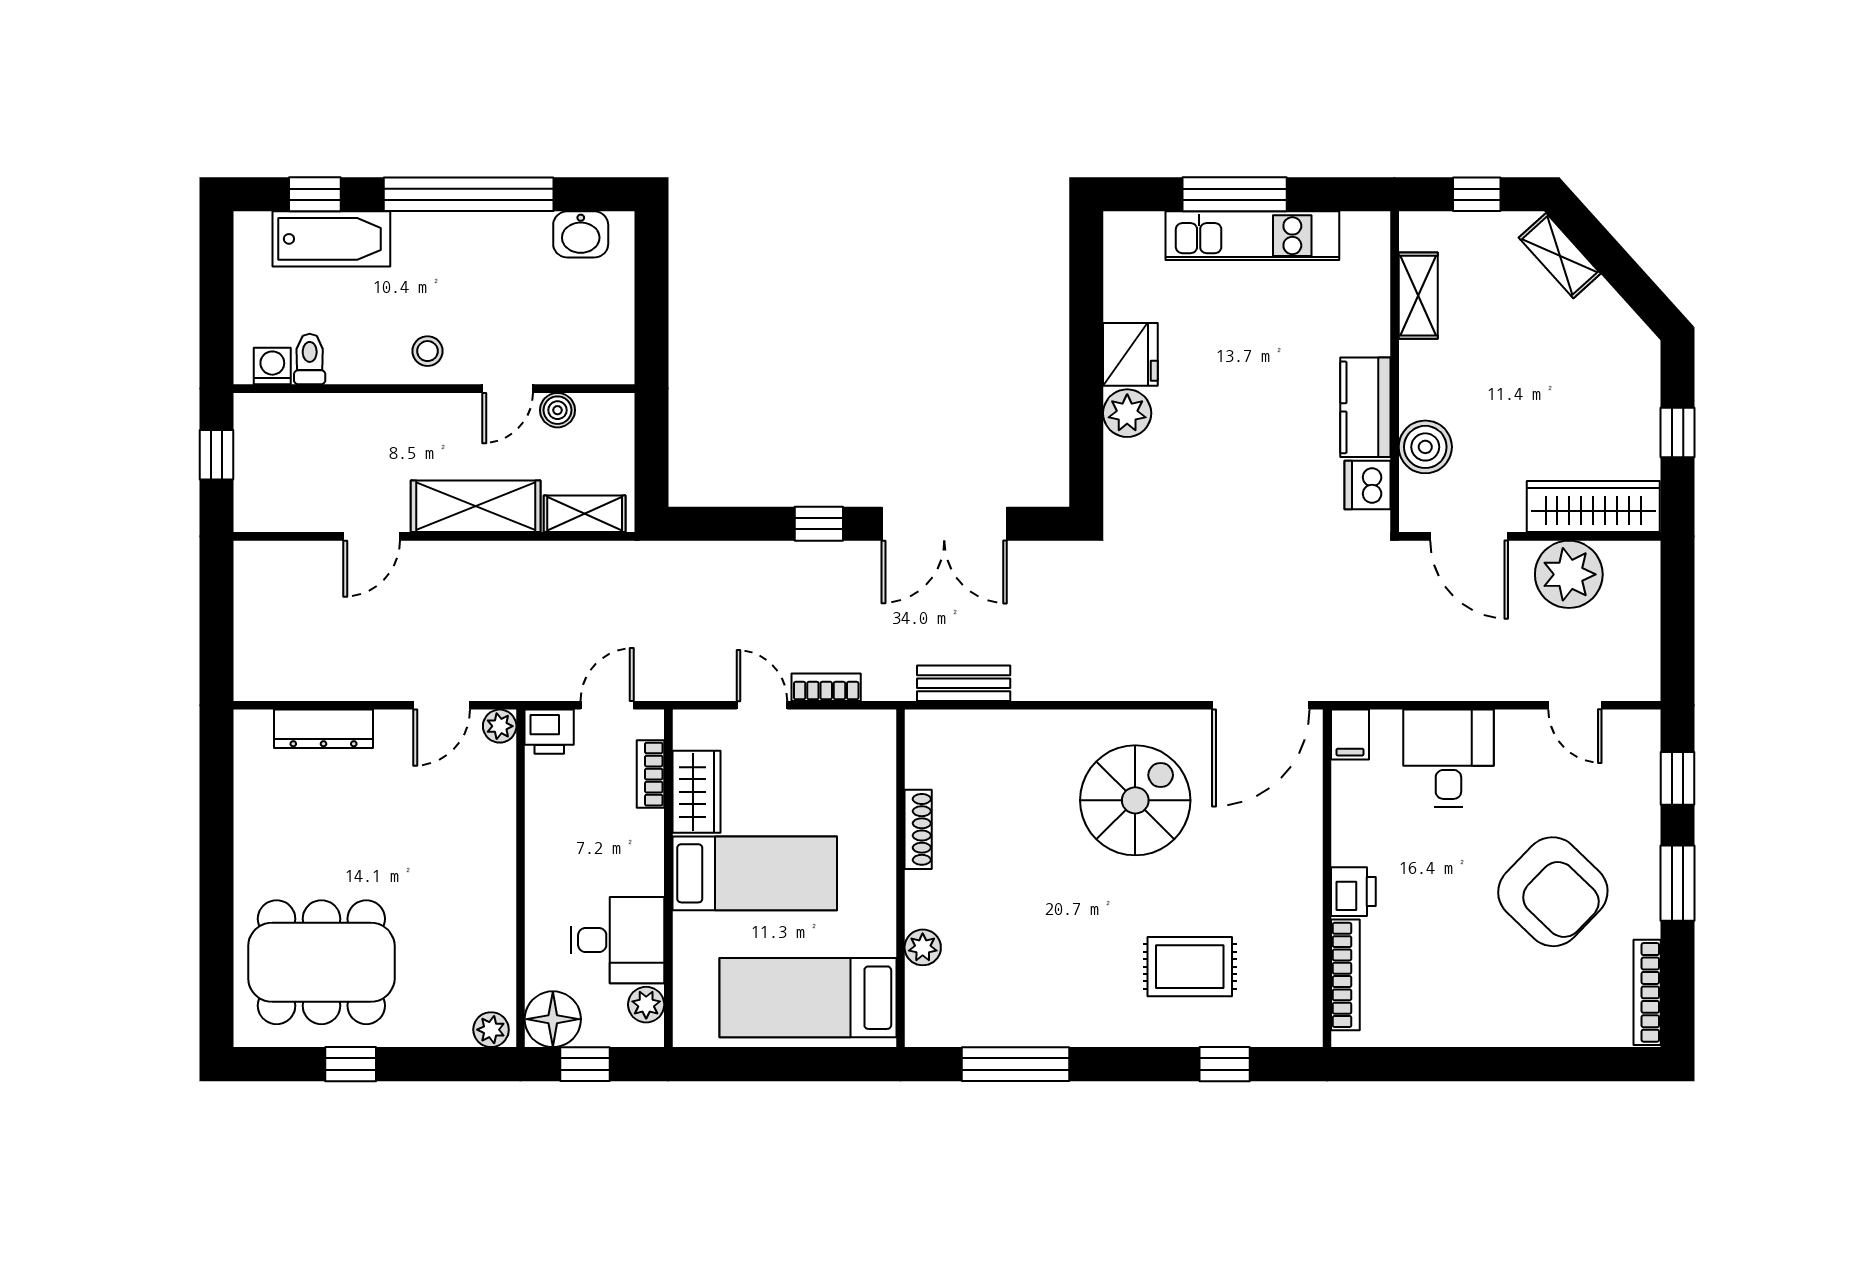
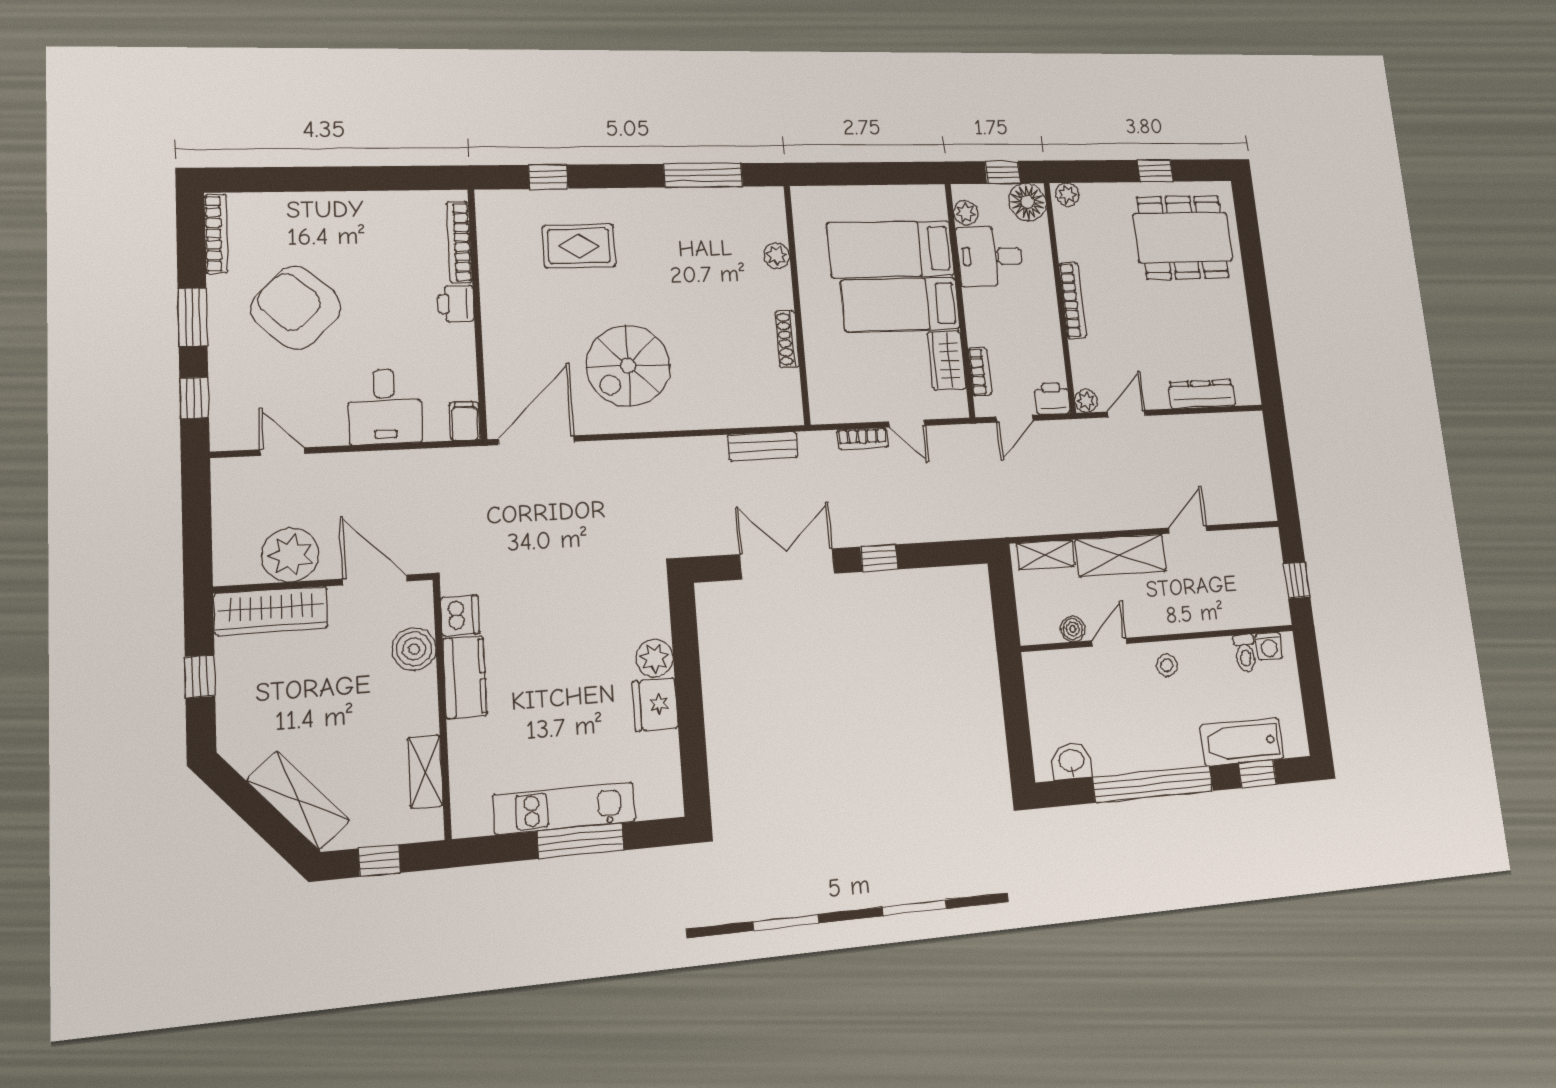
shelving: (1560, 256) -> (298, 800), width x1.50, depth x1.33
bookcase: (502, 872) -> (1073, 301), added
bed: (808, 998) -> (891, 249), moved, turned 180

